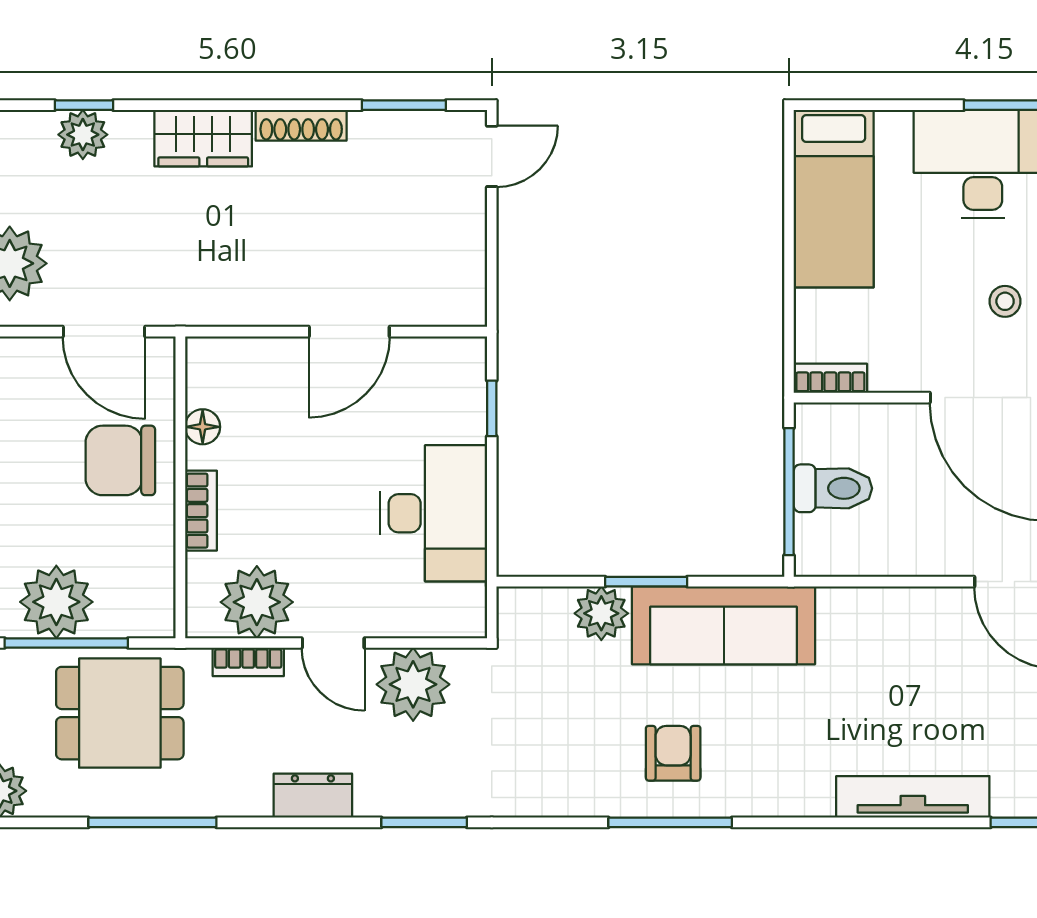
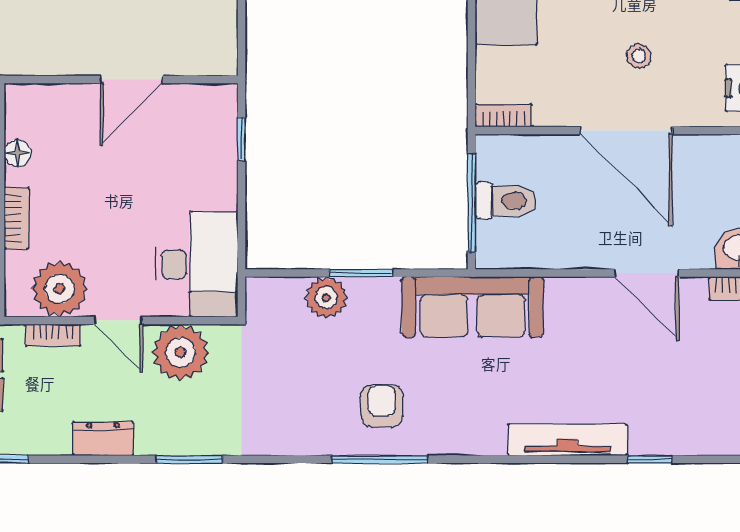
desk: (434, 513) -> (196, 264), moved
sofa: (724, 625) -> (473, 307), moved

